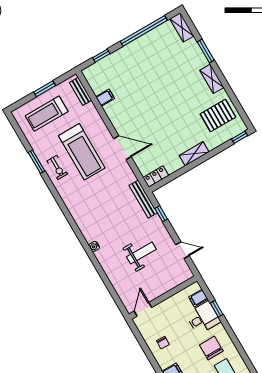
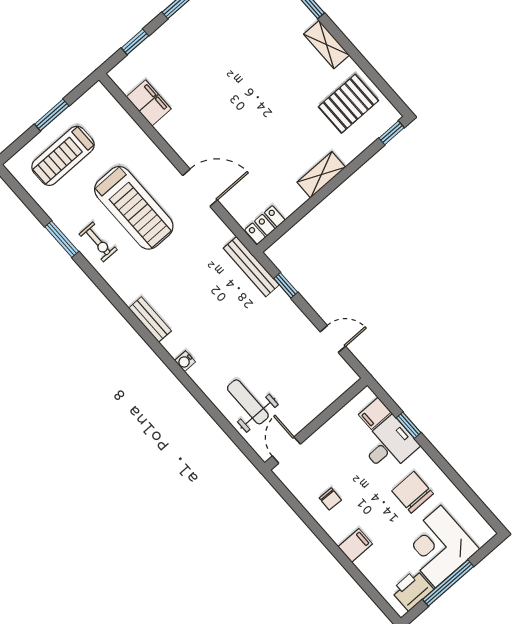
bench: (81, 91) -> (150, 320), moved
filing cabinet: (105, 98) -> (149, 103), width x2.00
weight bench: (141, 253) -> (248, 402), moved, turned -90

